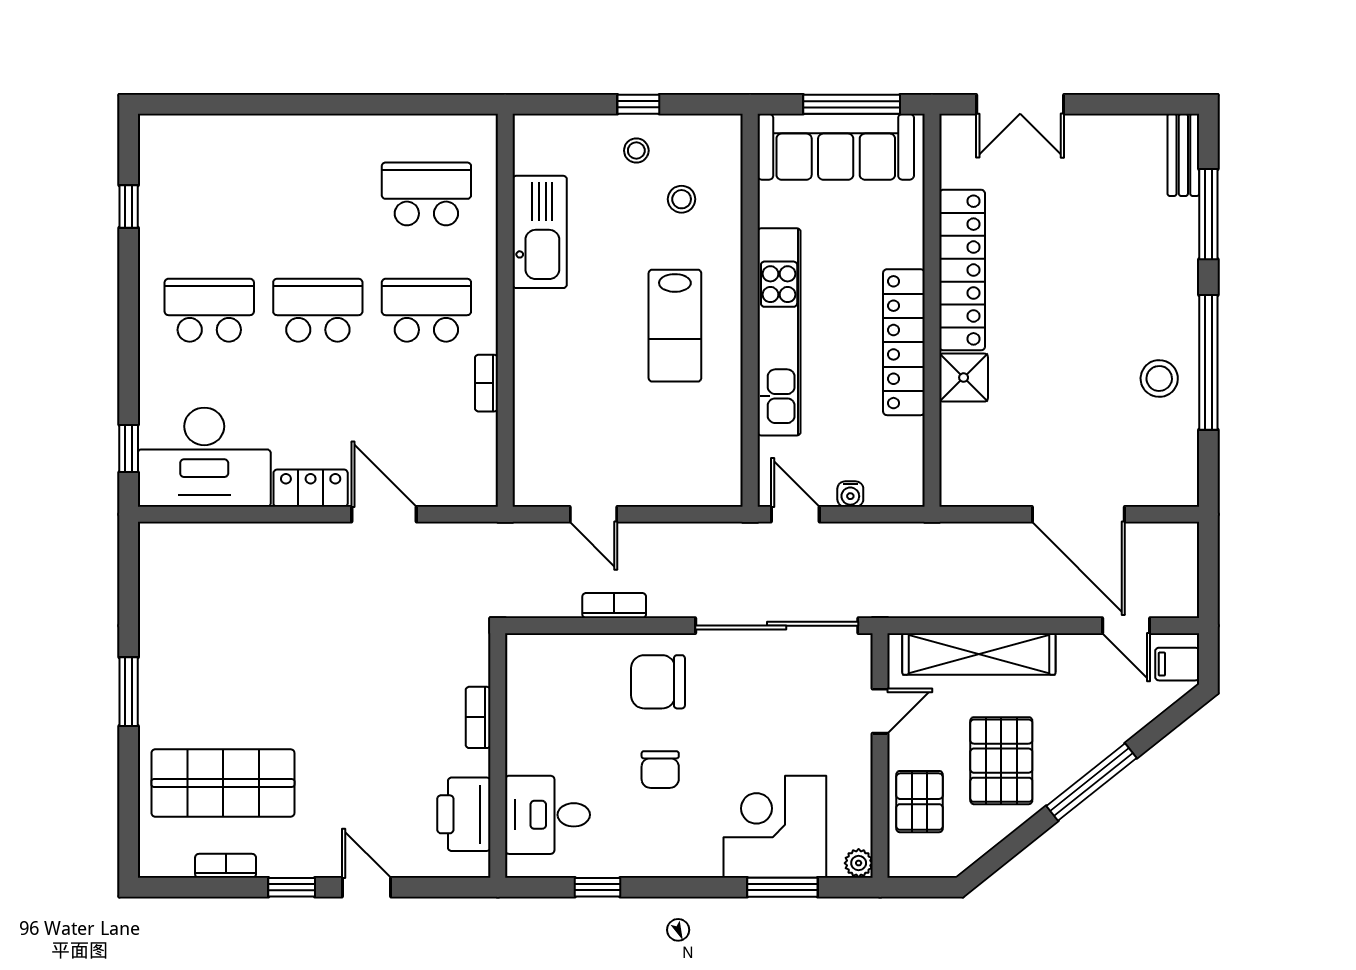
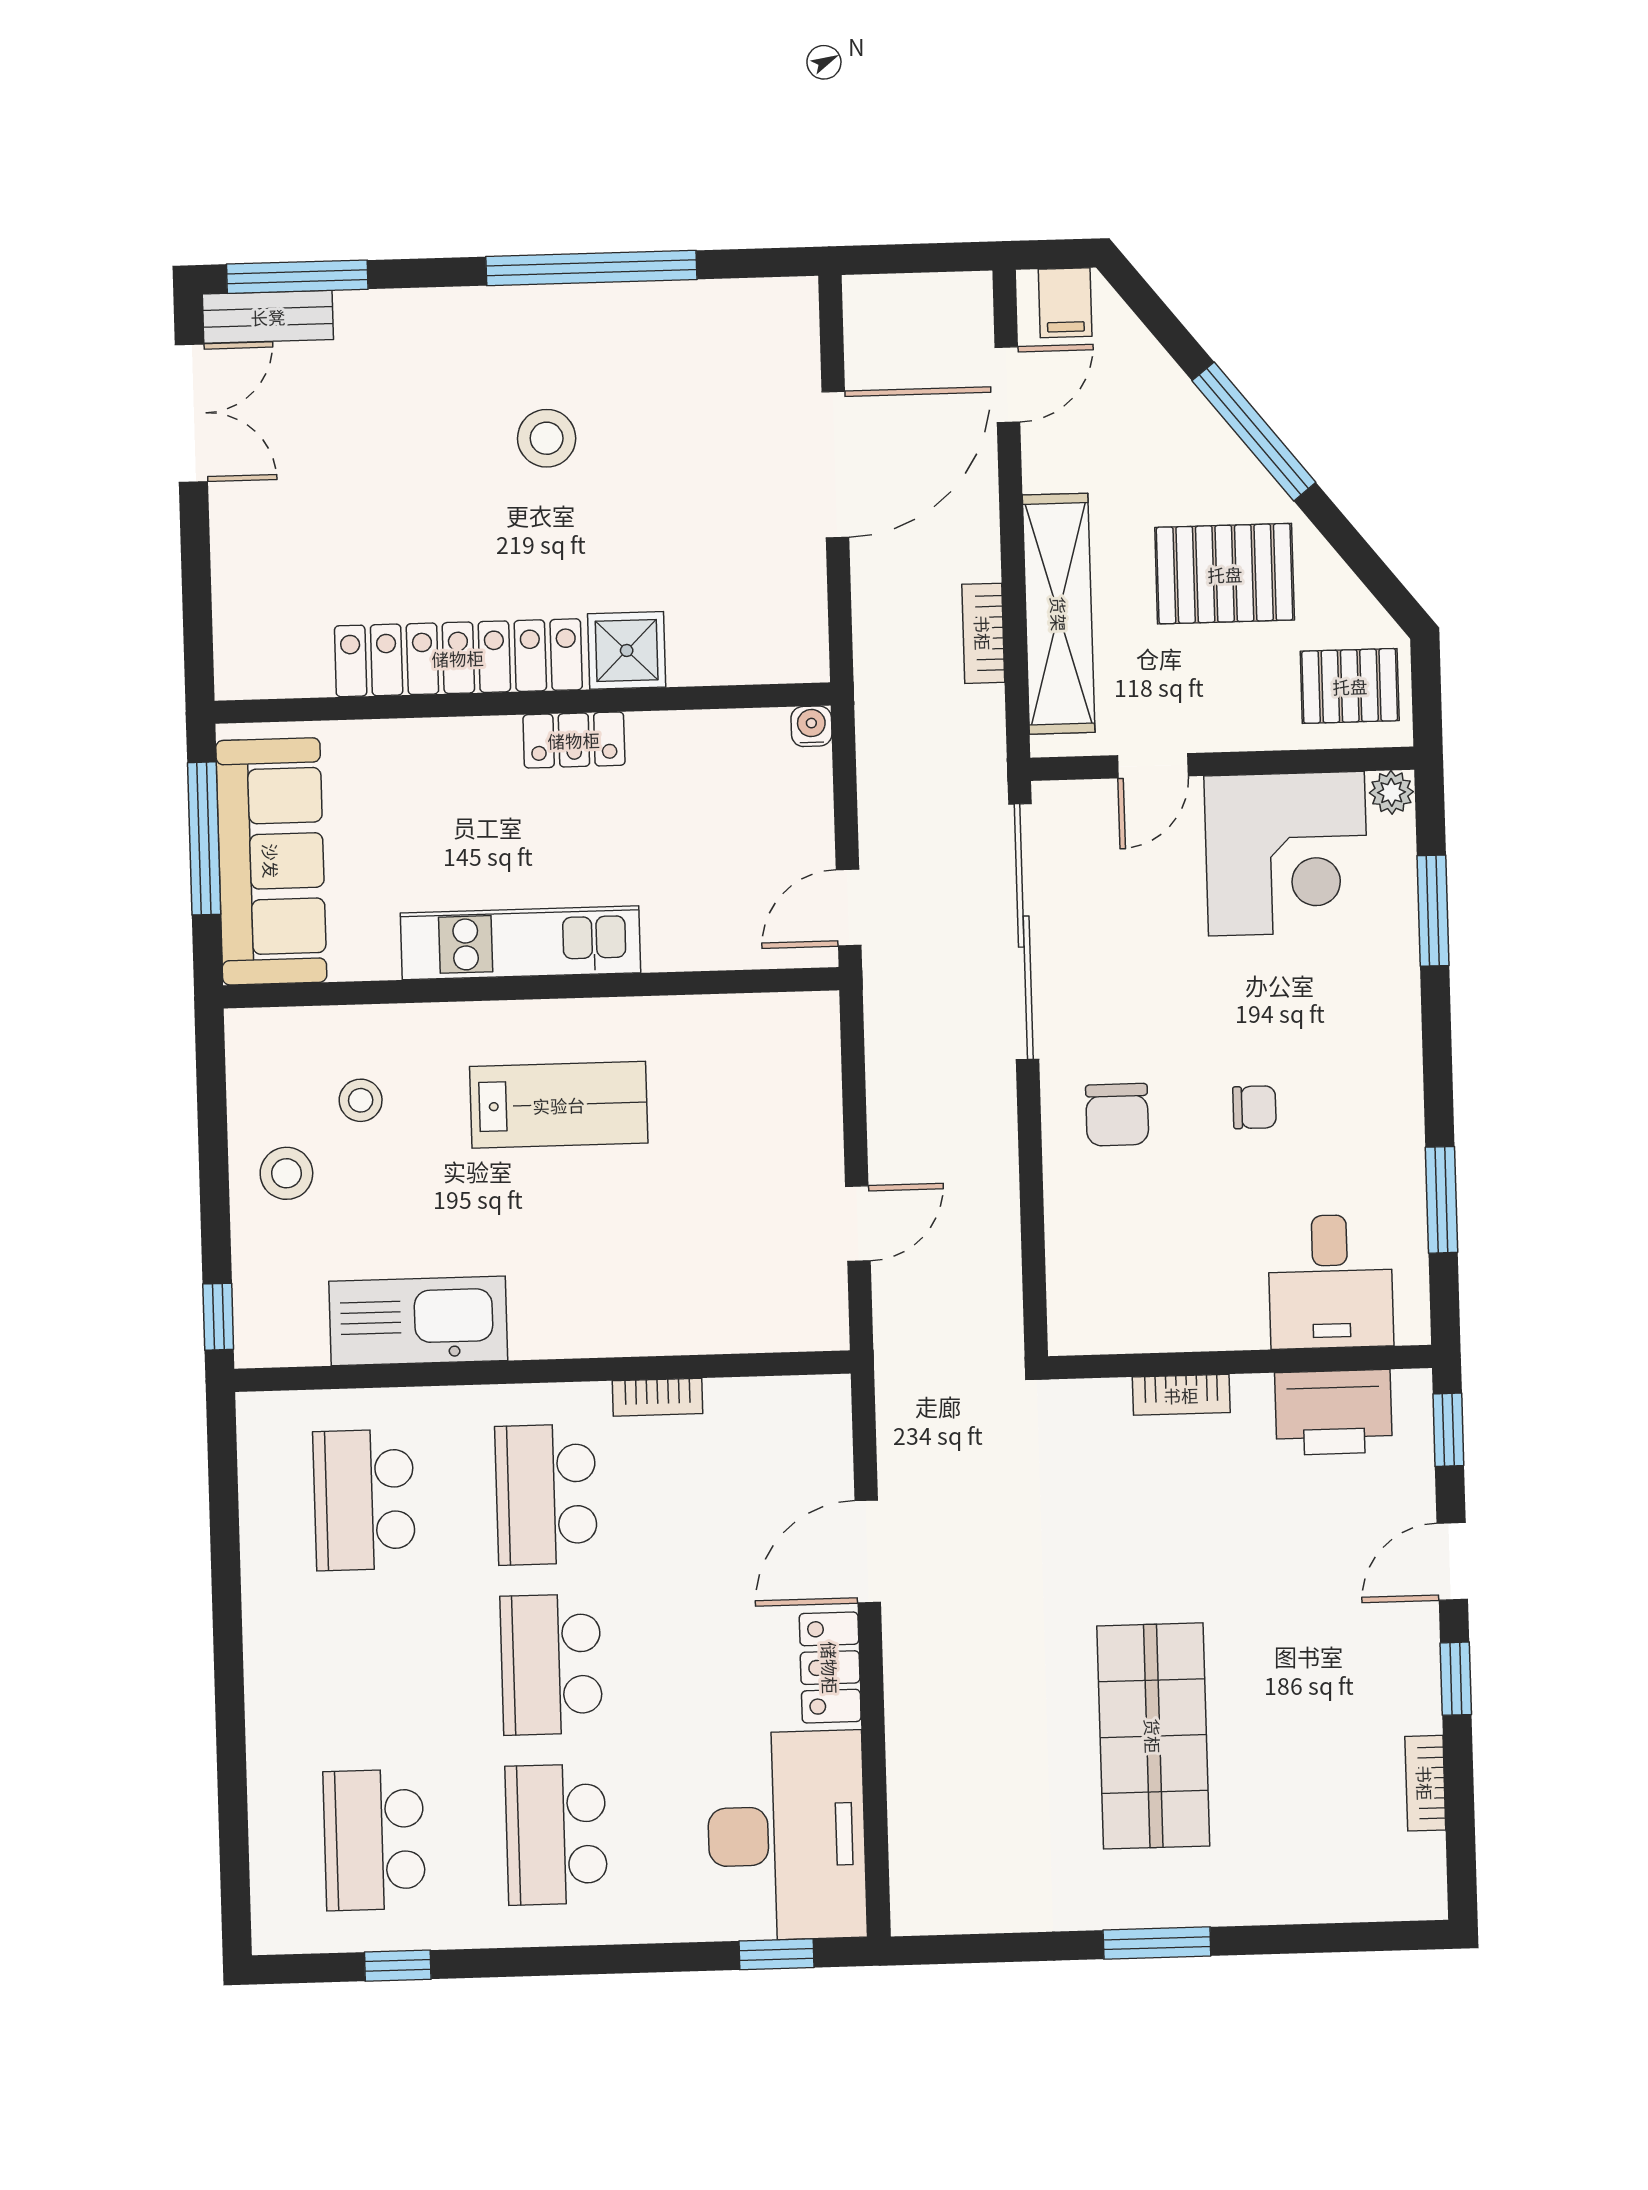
window: (638, 104) -> (218, 1317), moved
double door: (1020, 104) -> (191, 413), moved
stool: (636, 151) -> (286, 1173), width x1.37, depth x1.37
school desk: (209, 194) -> (374, 1840), added
window: (1208, 214) -> (297, 277), moved
kitchen unit: (779, 332) -> (520, 943), width x0.73
locker: (904, 342) -> (574, 740), width x0.46, depth x0.83
stool: (1159, 378) -> (547, 438), moved
water cooler: (850, 494) -> (811, 726), moved, turned -90
bookcase: (614, 606) -> (983, 633), moved
chair: (658, 682) -> (1117, 1115), width x0.73, depth x0.73
door: (880, 711) -> (1153, 766), swing flipped
chair: (660, 770) -> (1254, 1107), width x0.73, depth x0.73
shop shelf: (223, 783) -> (1153, 1736), moved
pallet: (920, 802) -> (1350, 686), moved
corner desk: (775, 827) -> (1286, 854), moved, turned -90
window: (451, 887) -> (1448, 1430), added
window: (598, 887) -> (1442, 1200), width x1.50

